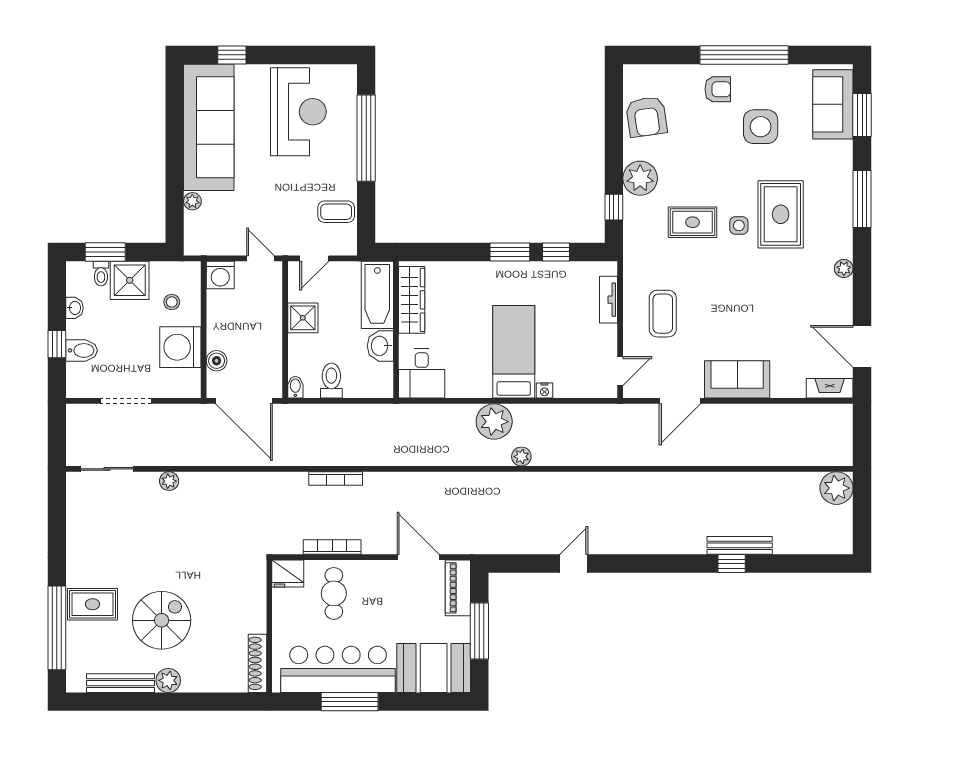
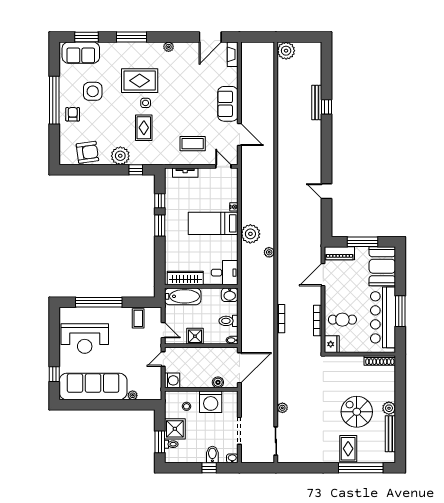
reception desk: (298, 112) -> (85, 339), turned 180
washbasin: (74, 308) -> (232, 458), moved
washbasin: (380, 346) -> (230, 295), moved
plant: (521, 457) -> (269, 252), moved

